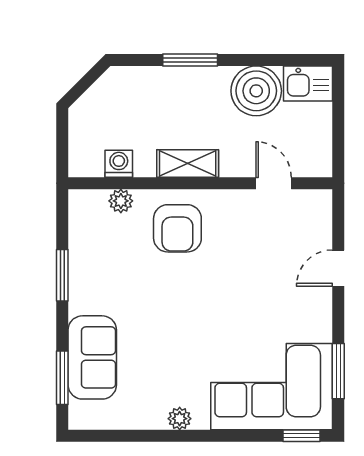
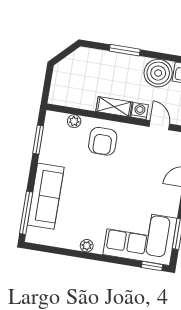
washing machine: (119, 164) -> (140, 111), moved
window: (62, 275) -> (38, 140), moved
sofa: (92, 357) -> (46, 196), width x1.36
window: (62, 378) -> (26, 213), width x1.44

